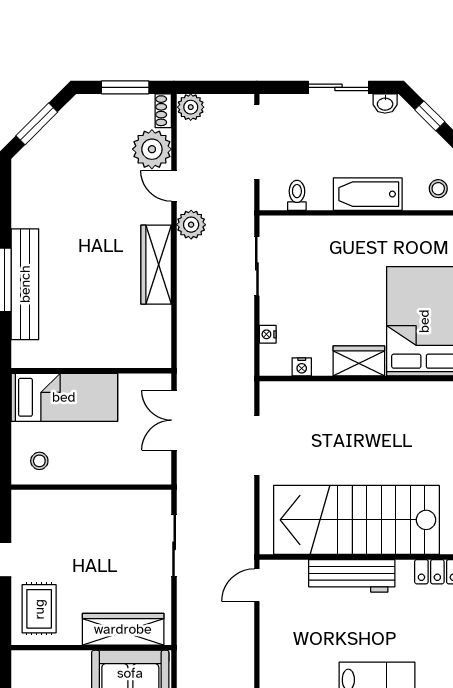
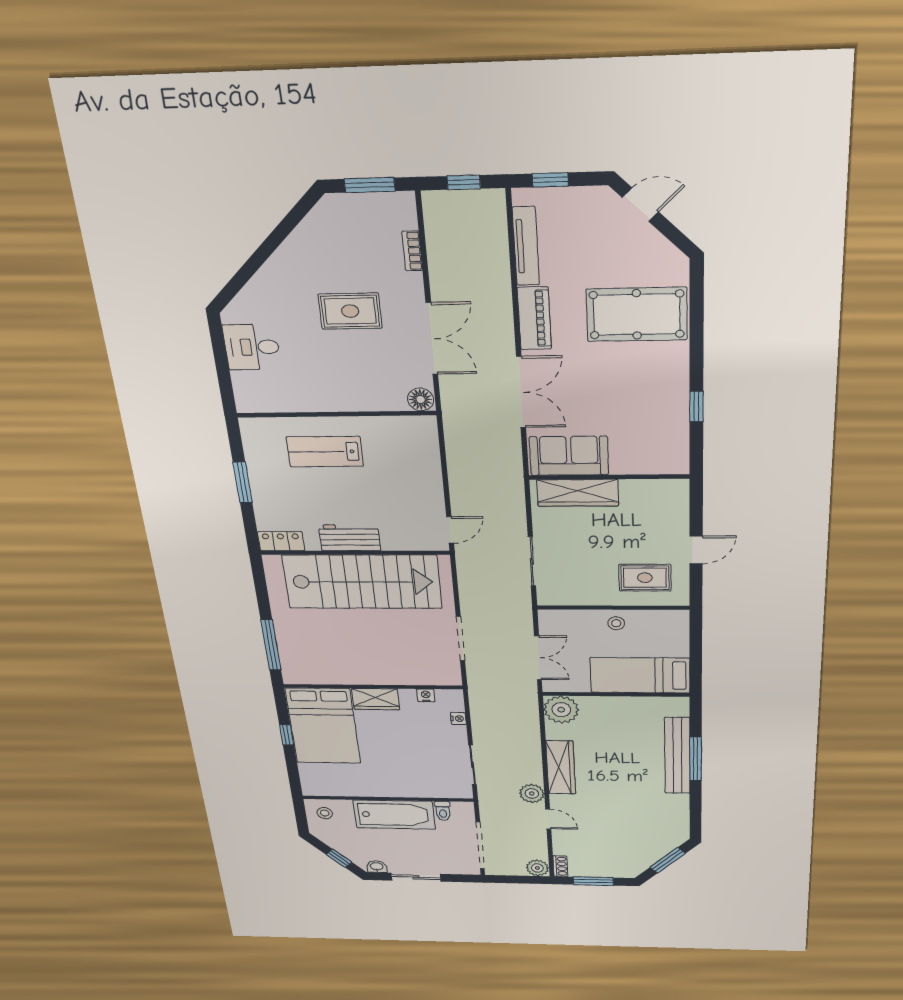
plant: (152, 149) -> (561, 710), moved
bathtub: (368, 194) -> (394, 815), width x1.36, depth x1.36
stool: (39, 461) -> (616, 623), moved
workbench: (352, 576) -> (350, 538), width x0.73
rug: (39, 609) -> (645, 578), moved, turned 90

